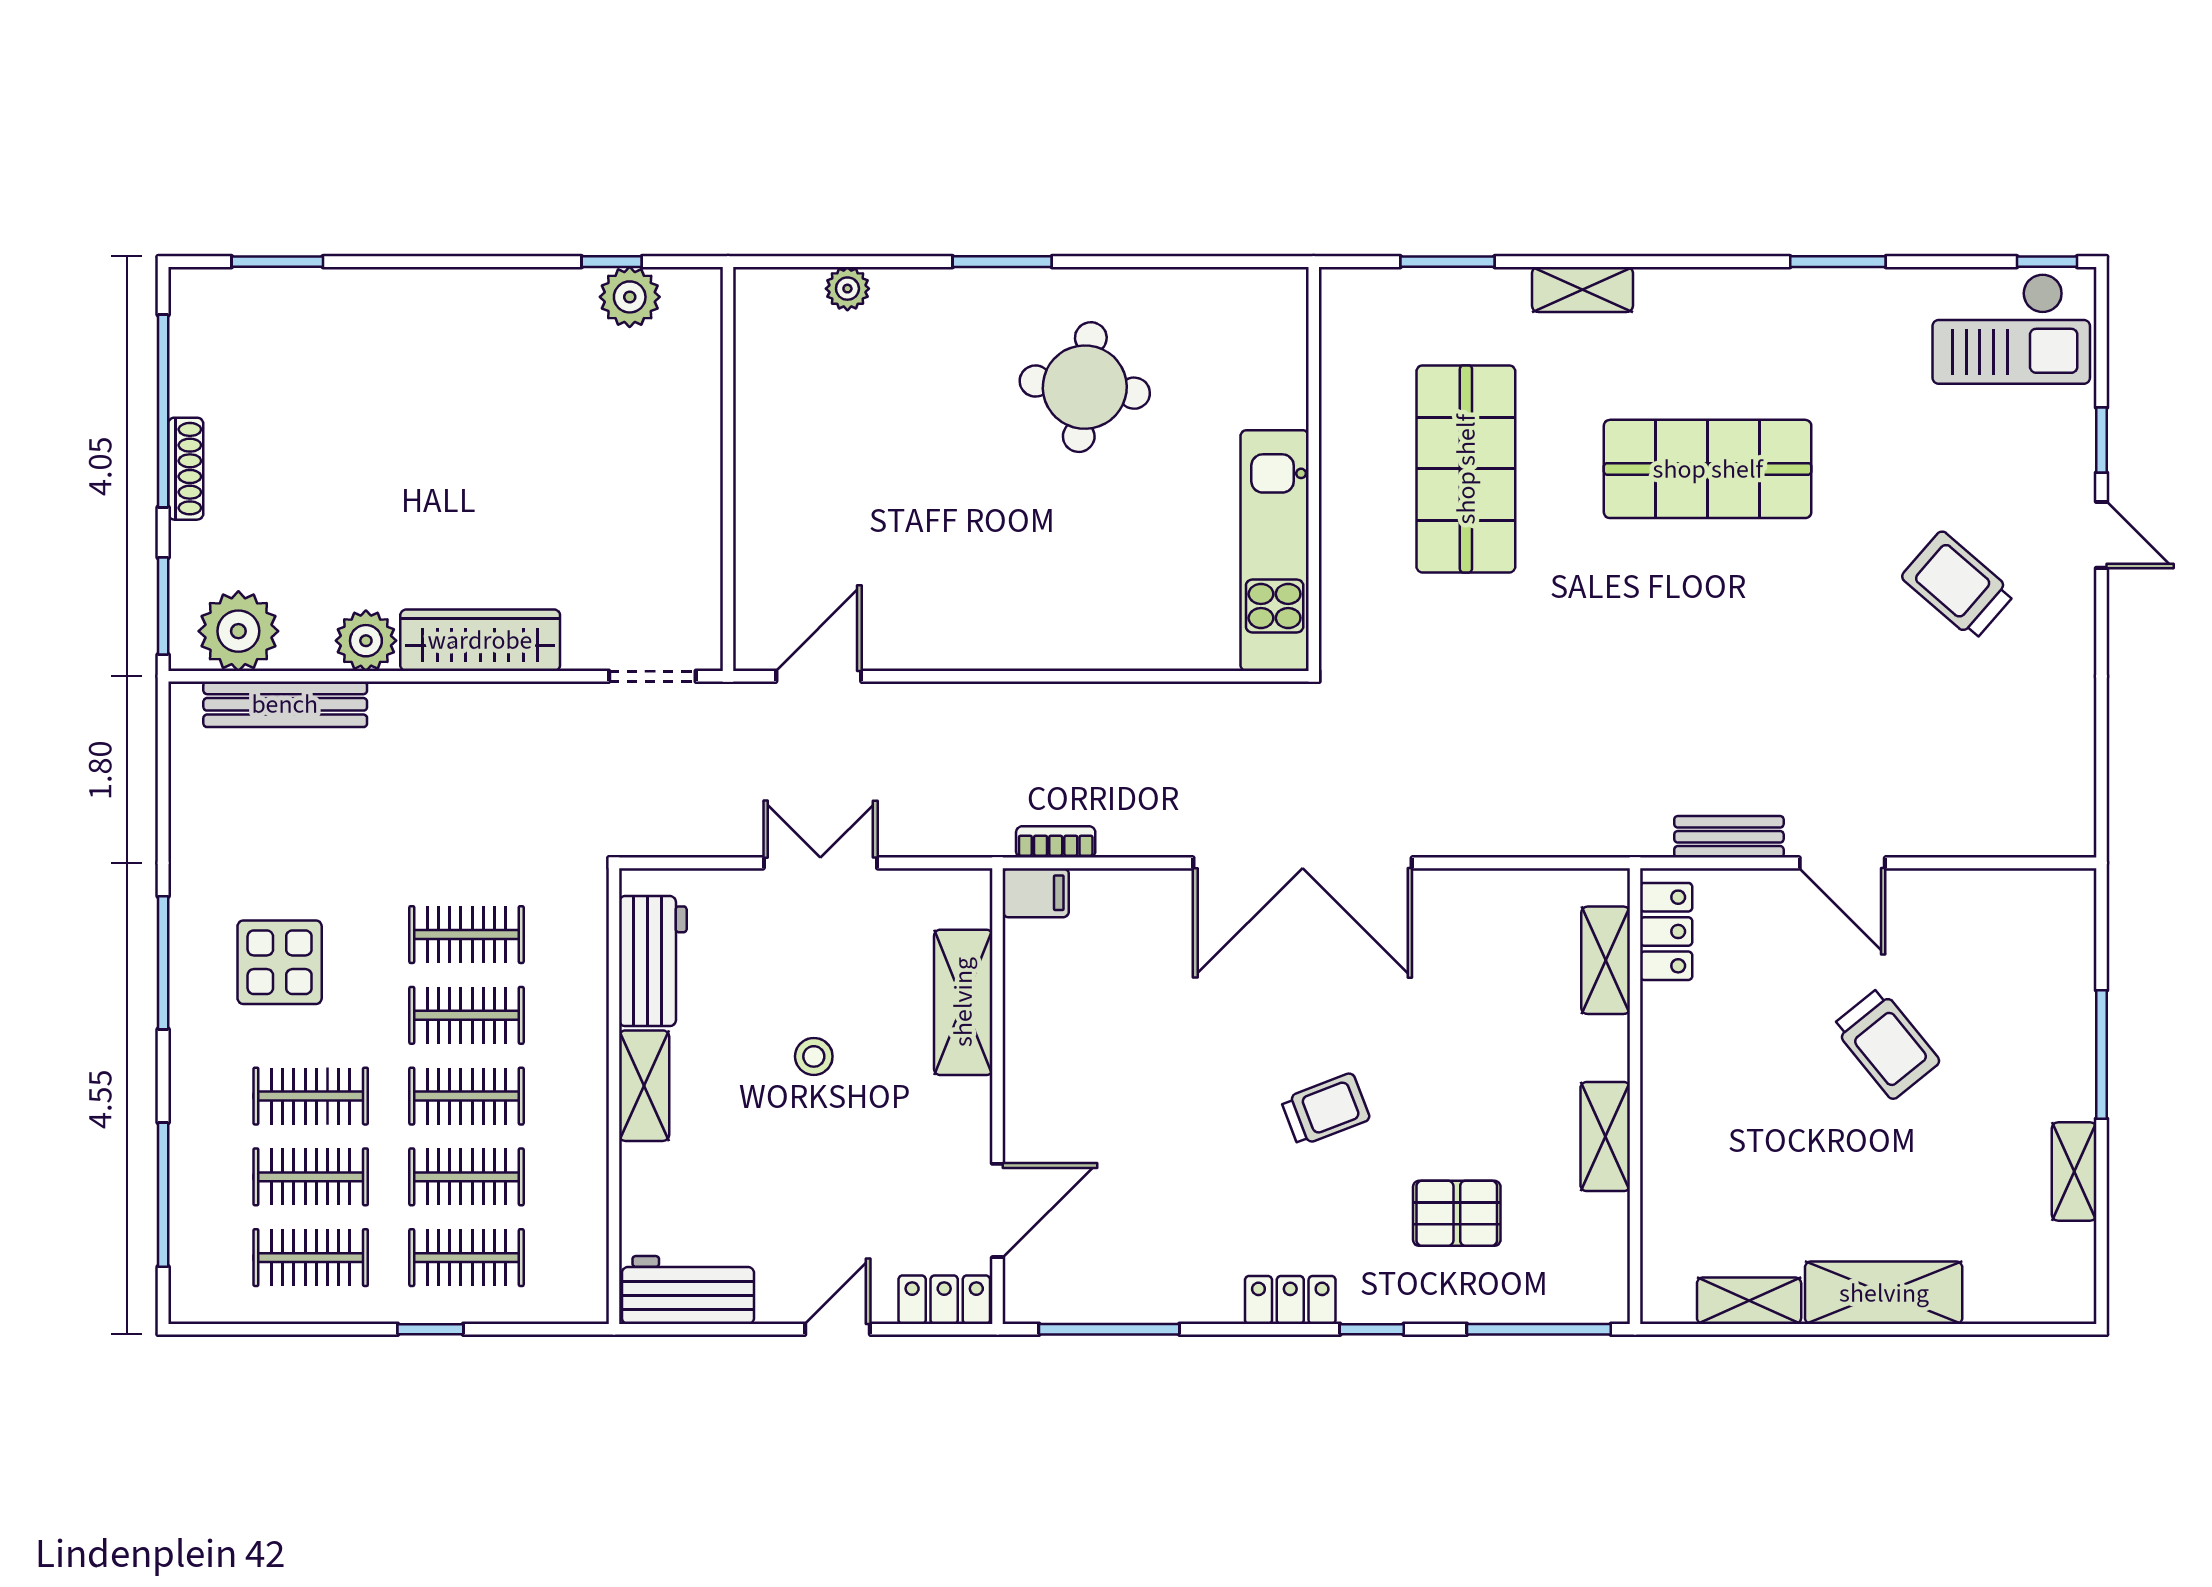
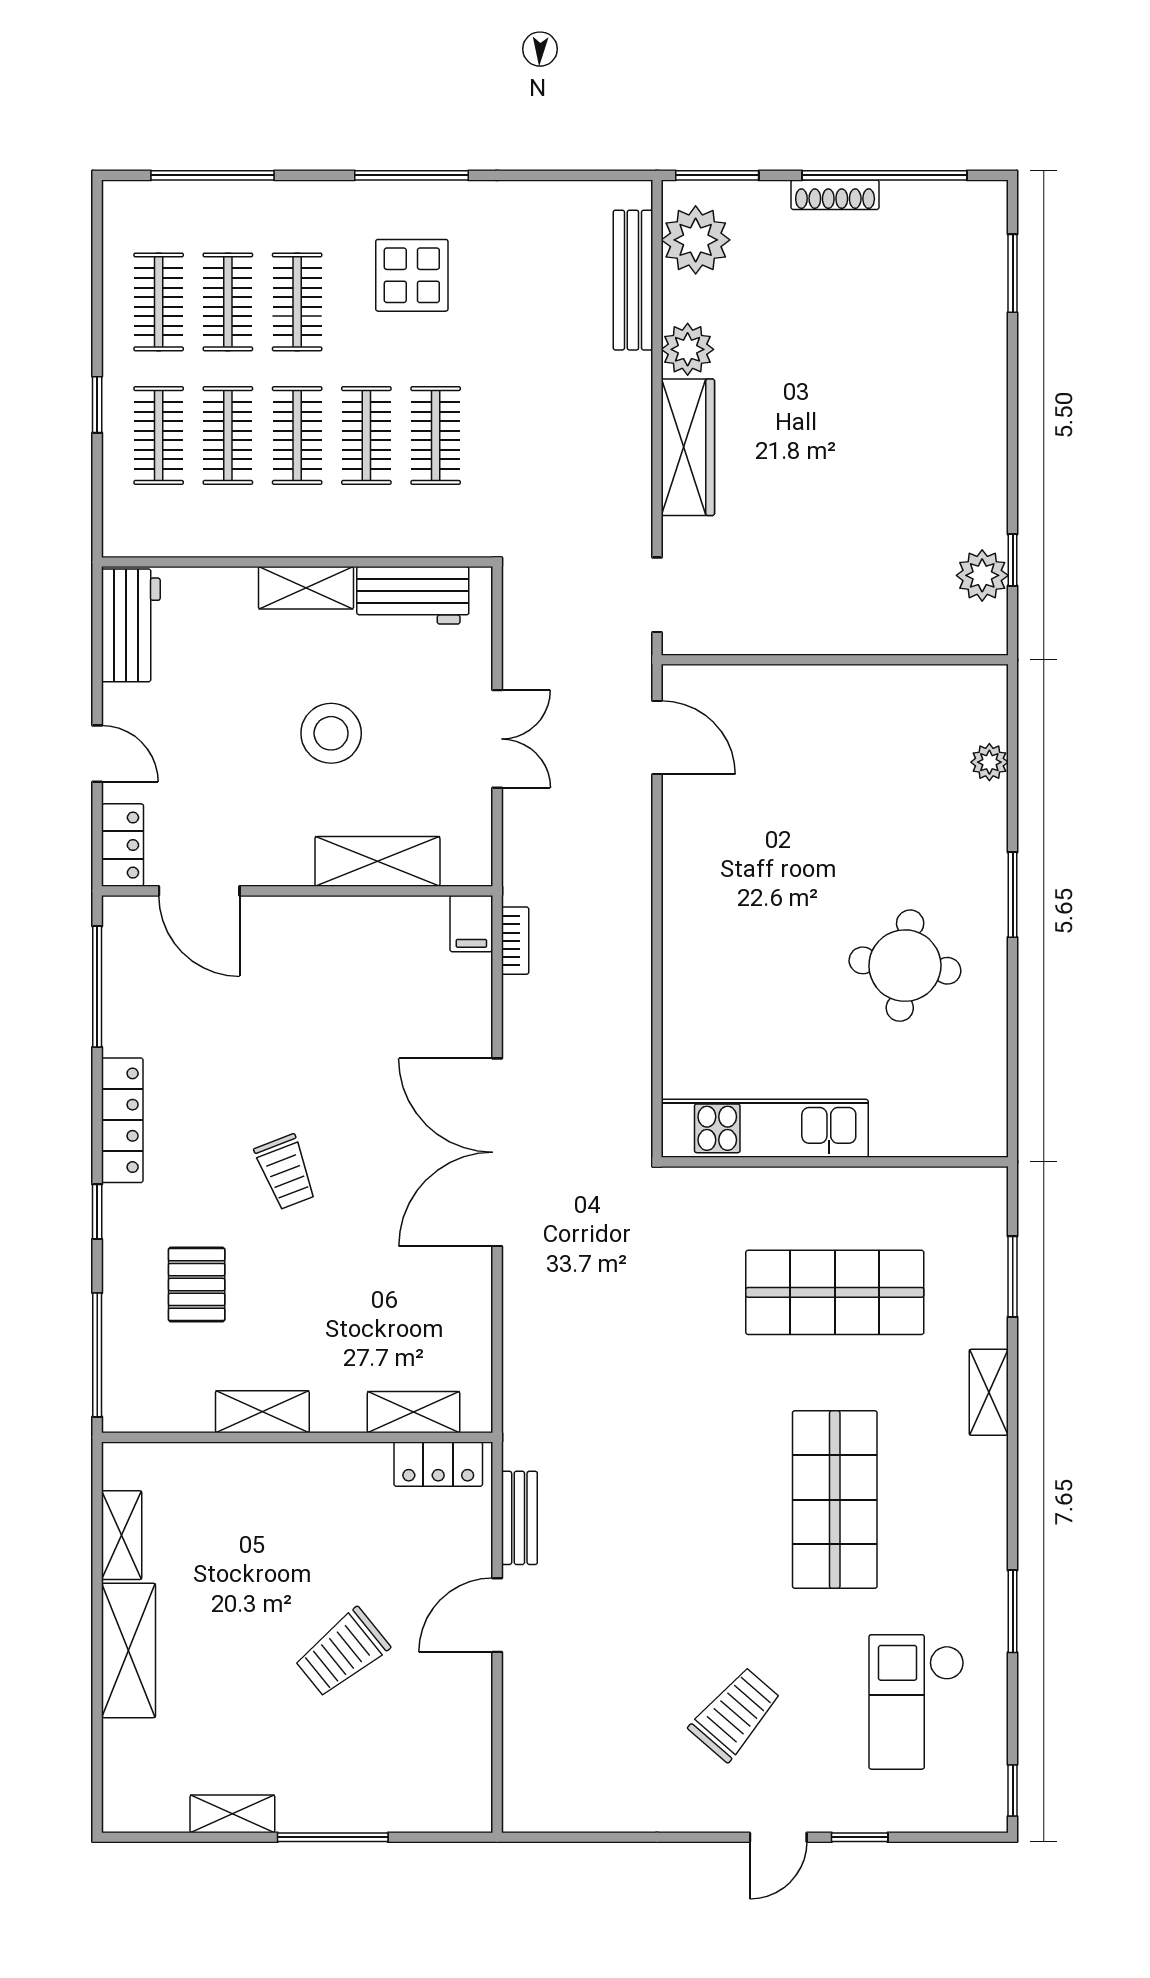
checkout: (2011, 329) -> (916, 1702), moved
stool: (814, 1056) -> (331, 733), width x1.89, depth x1.89
locker: (1290, 1300) -> (122, 1120), width x1.53

